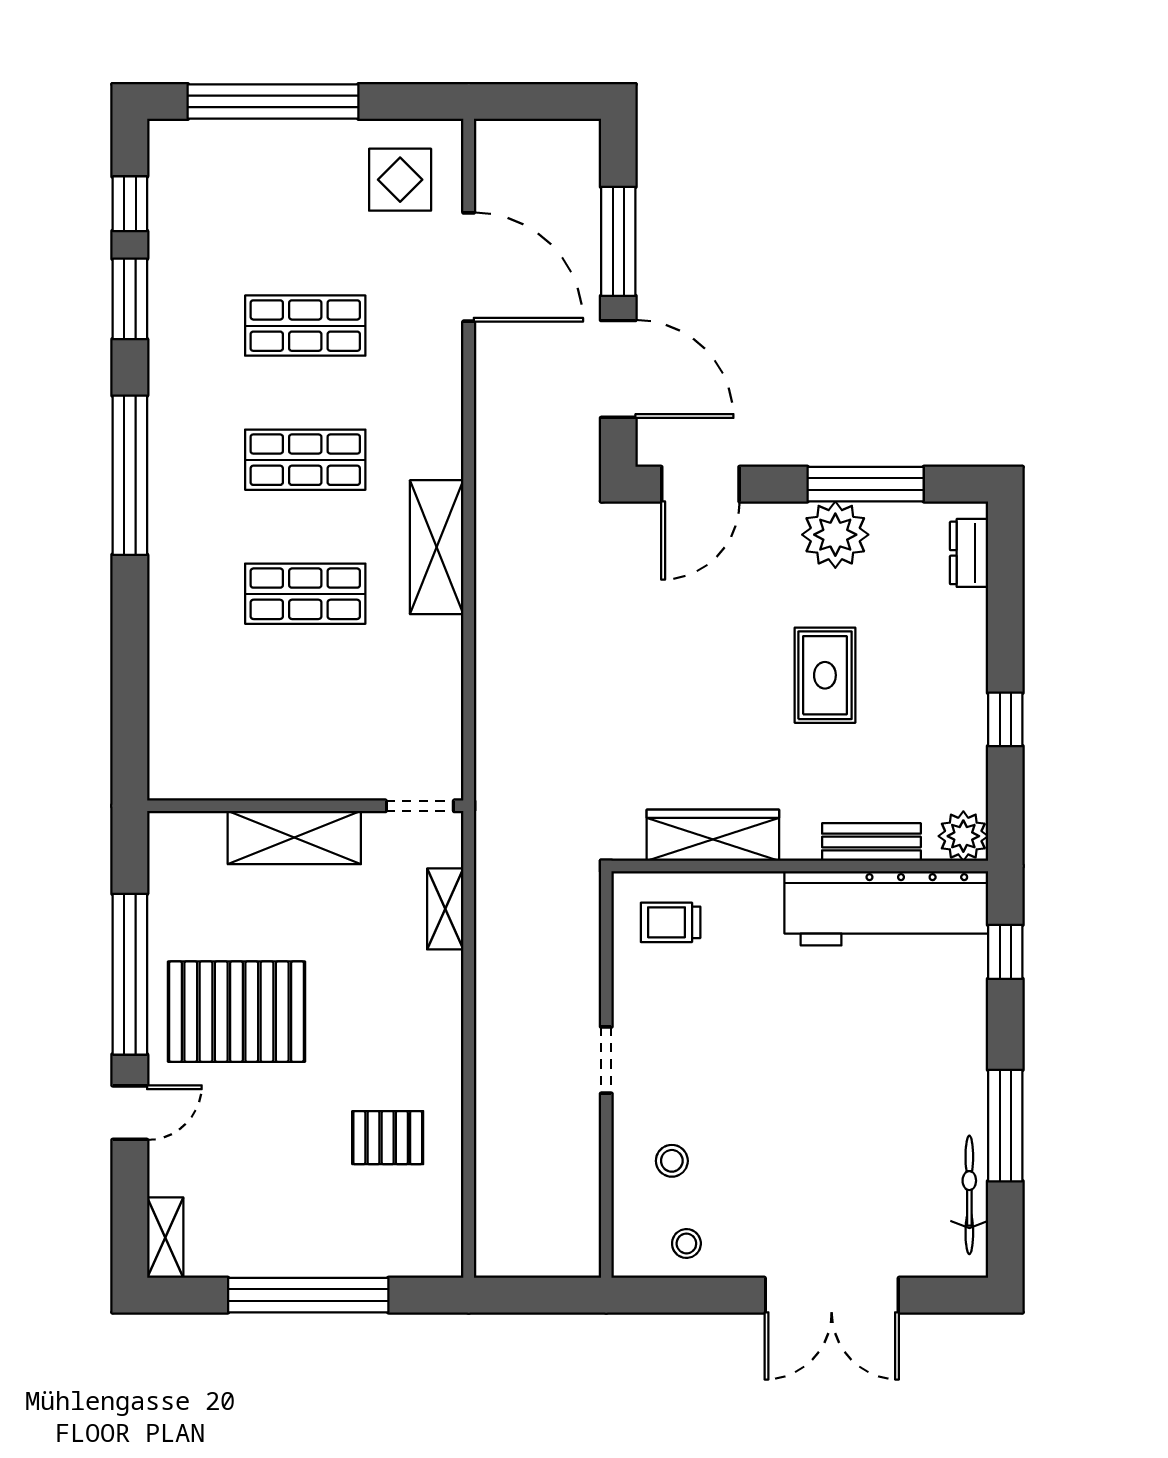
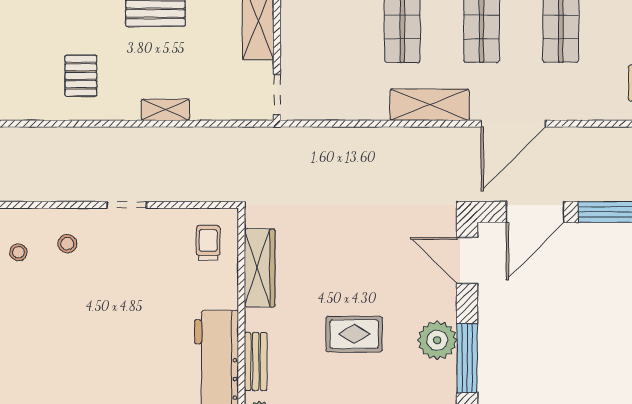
door: (469, 267) -> (513, 124), moved
shelving: (445, 909) -> (165, 110), moved

